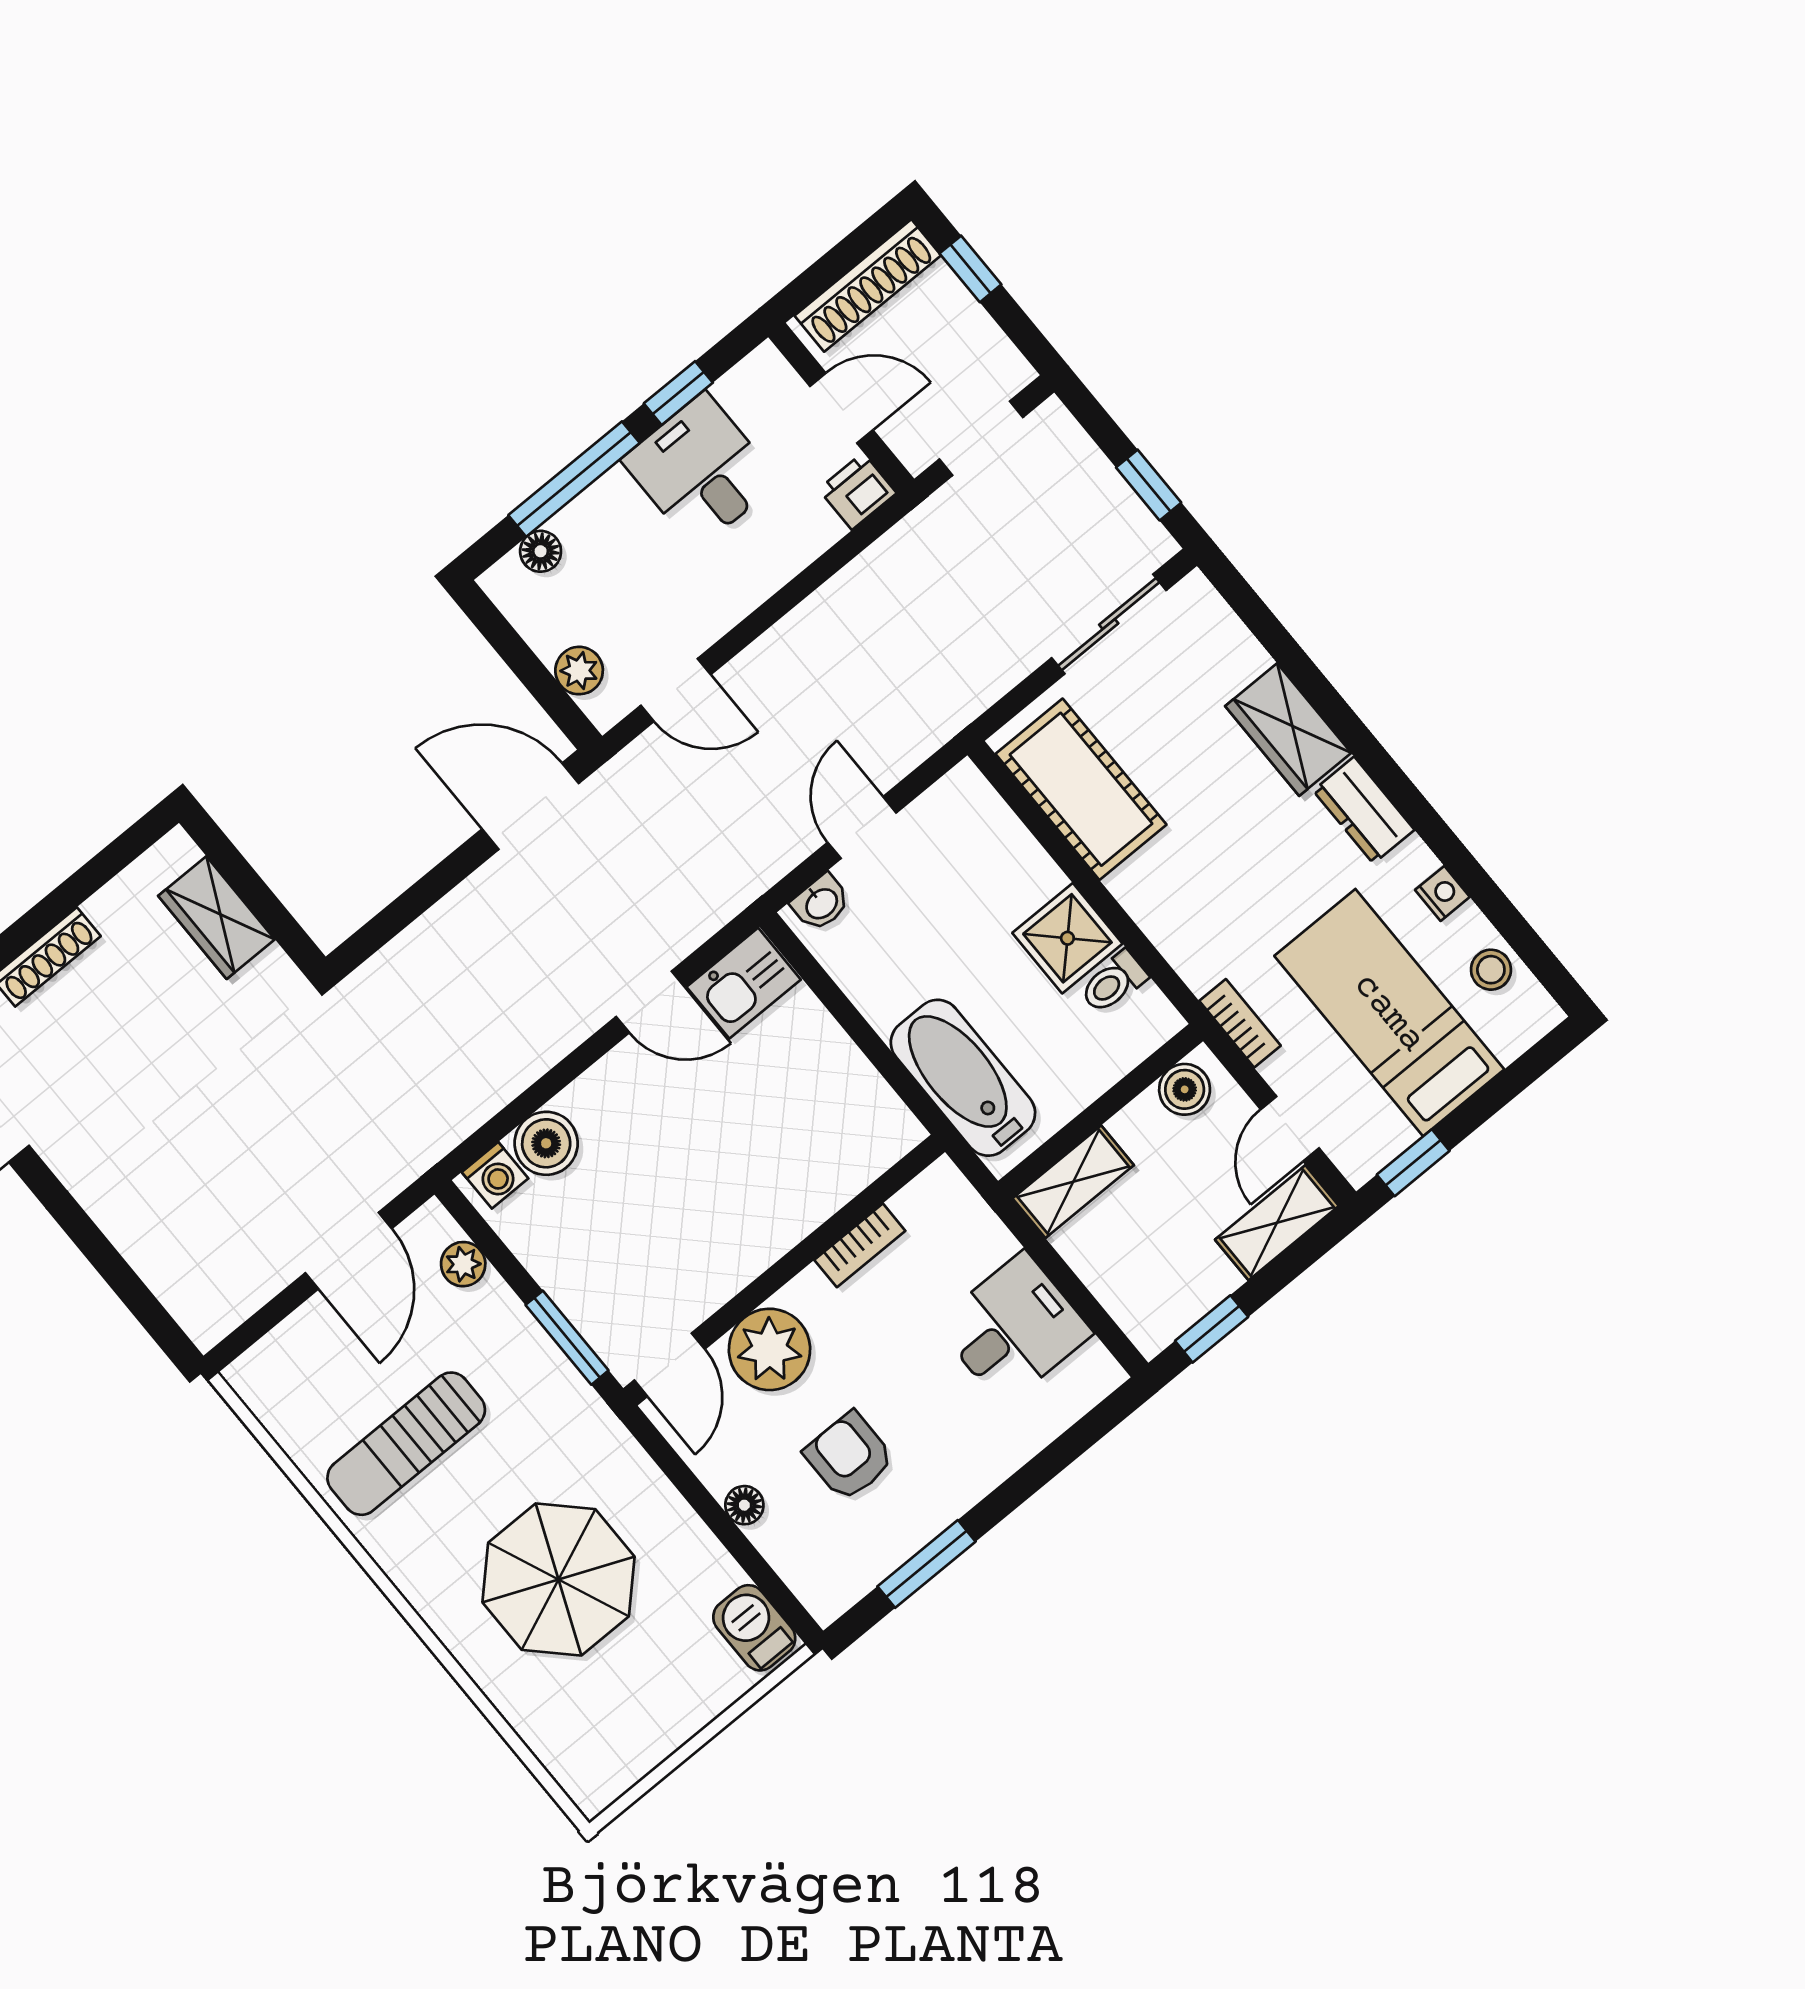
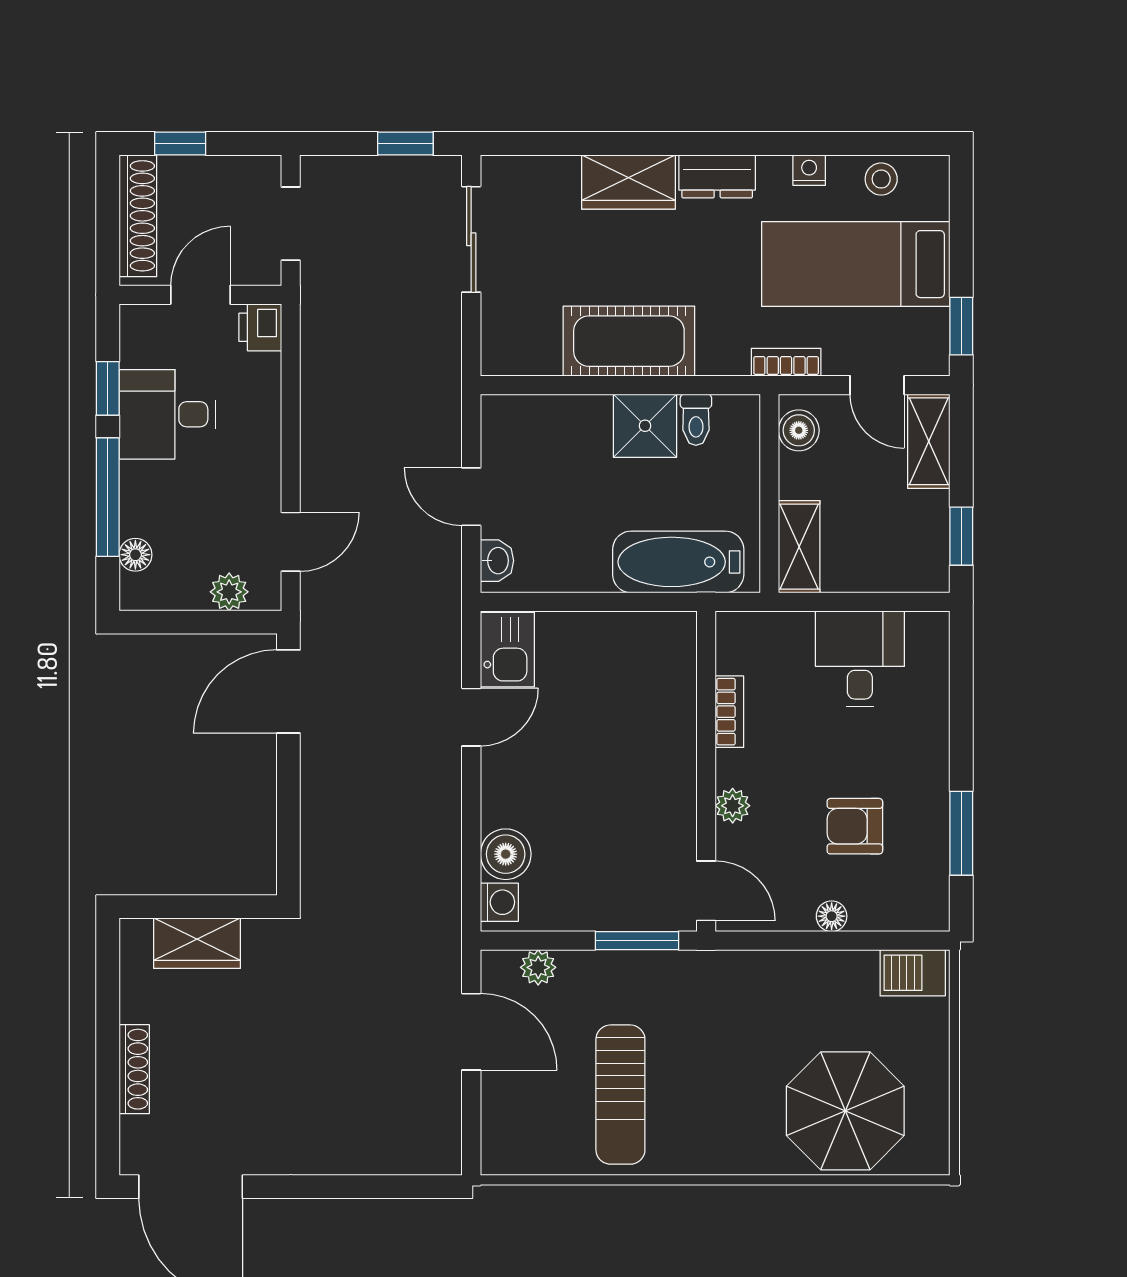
cot: (1081, 789) -> (629, 341), moved
plant: (770, 1349) -> (733, 806), width x0.53, depth x0.53
parasol: (559, 1579) -> (845, 1111), moved

